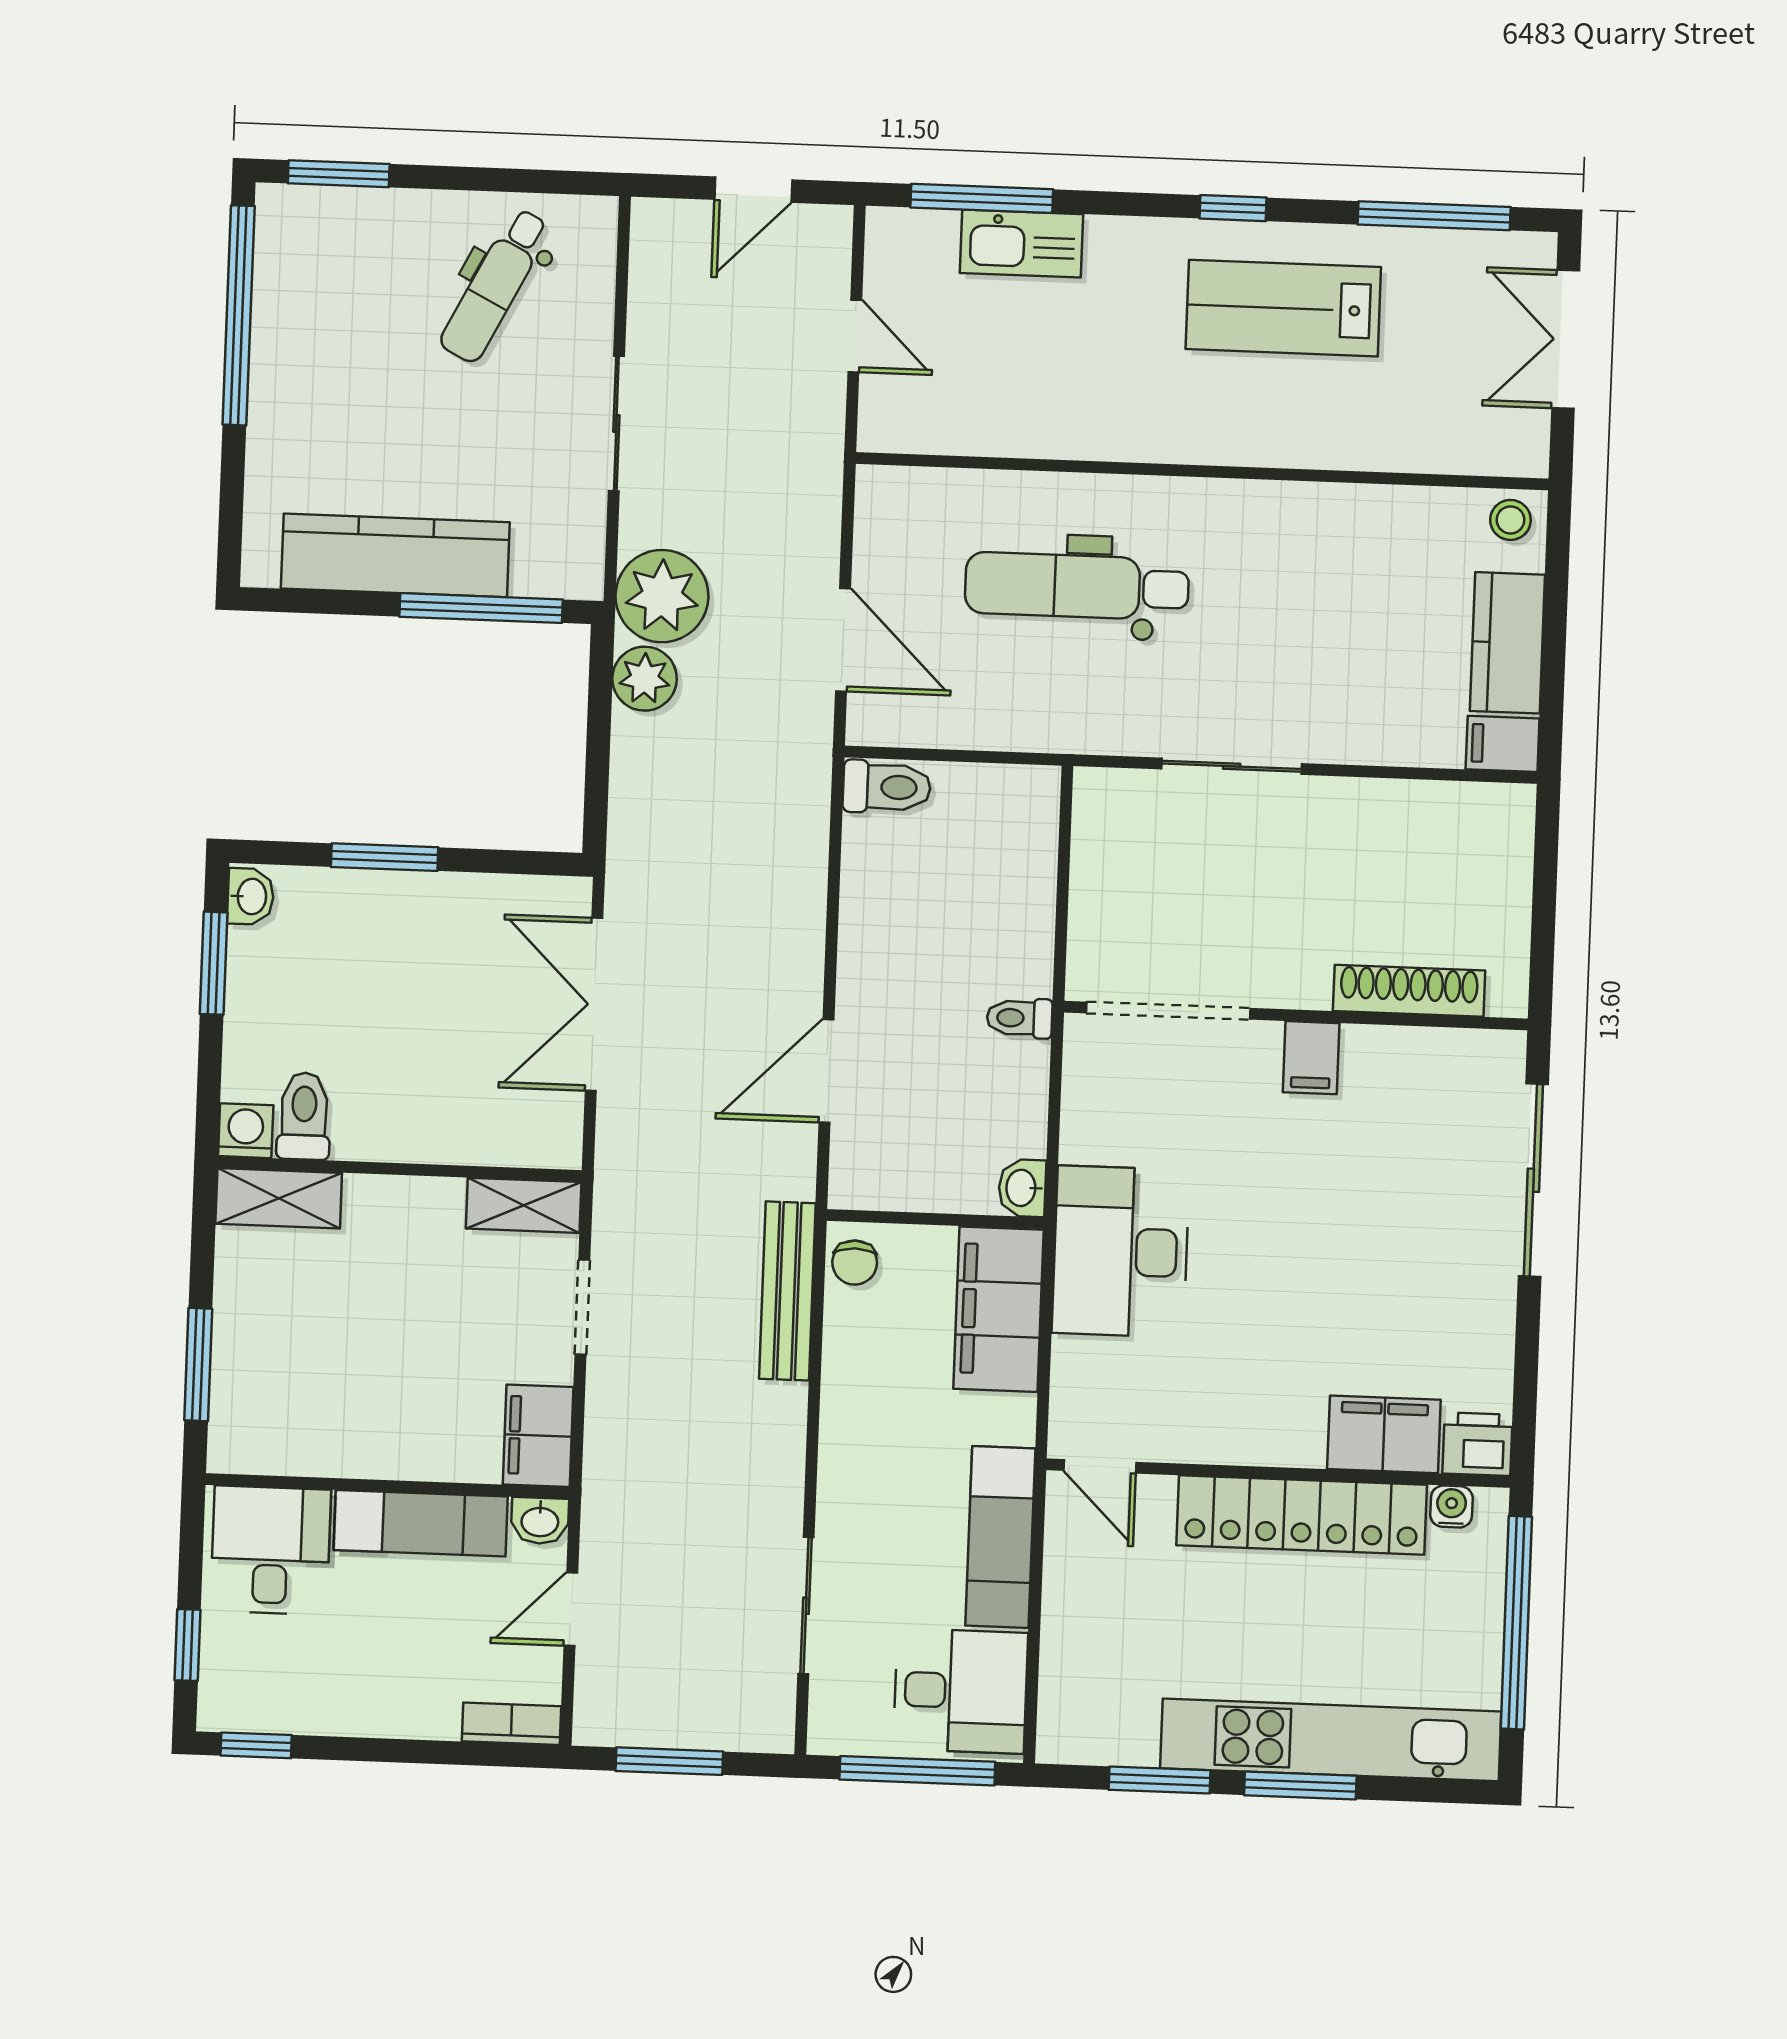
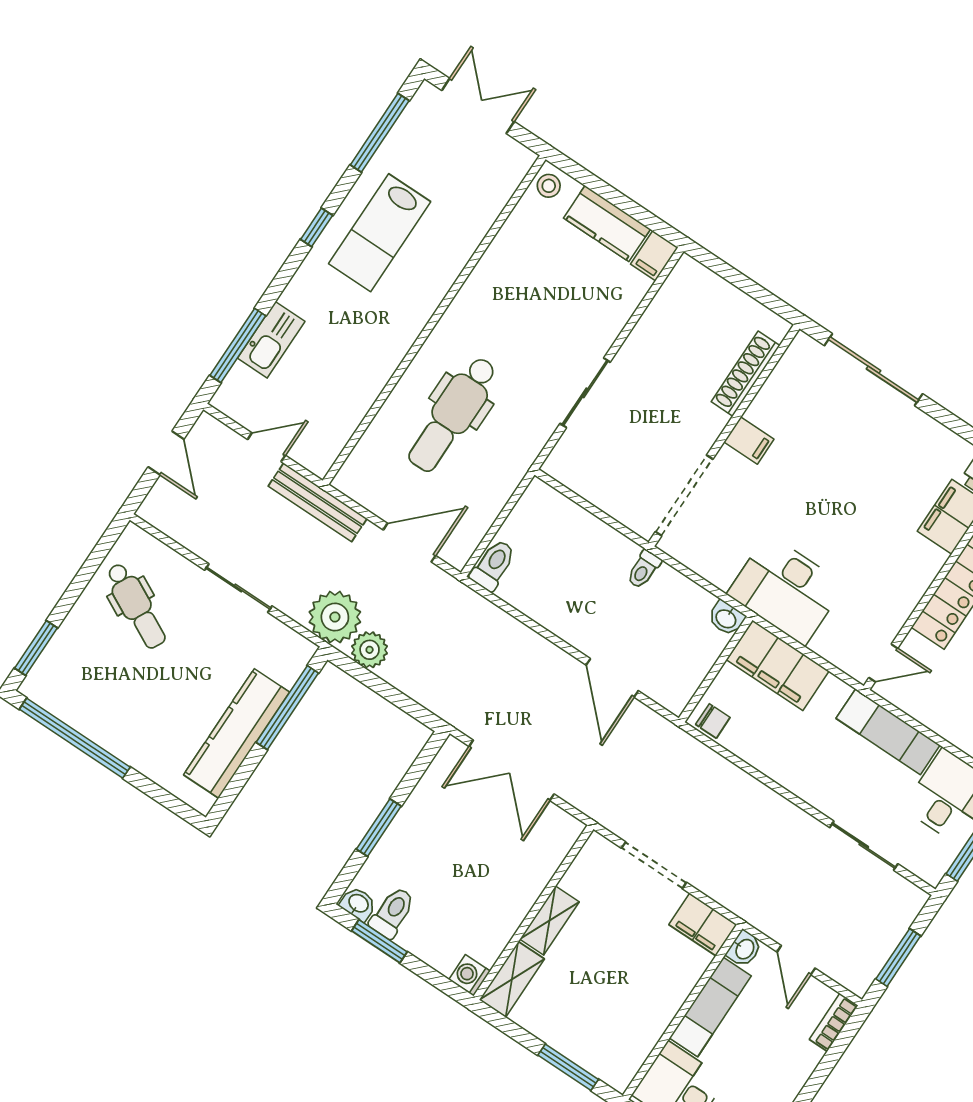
double door: (1566, 339) -> (478, 106), swing flipped
toilet: (304, 1116) -> (392, 913), moved, turned 90
shelving: (524, 1205) -> (550, 921), moved
bench: (787, 1291) -> (318, 502), moved
doorway: (582, 1307) -> (654, 865), width x1.38

